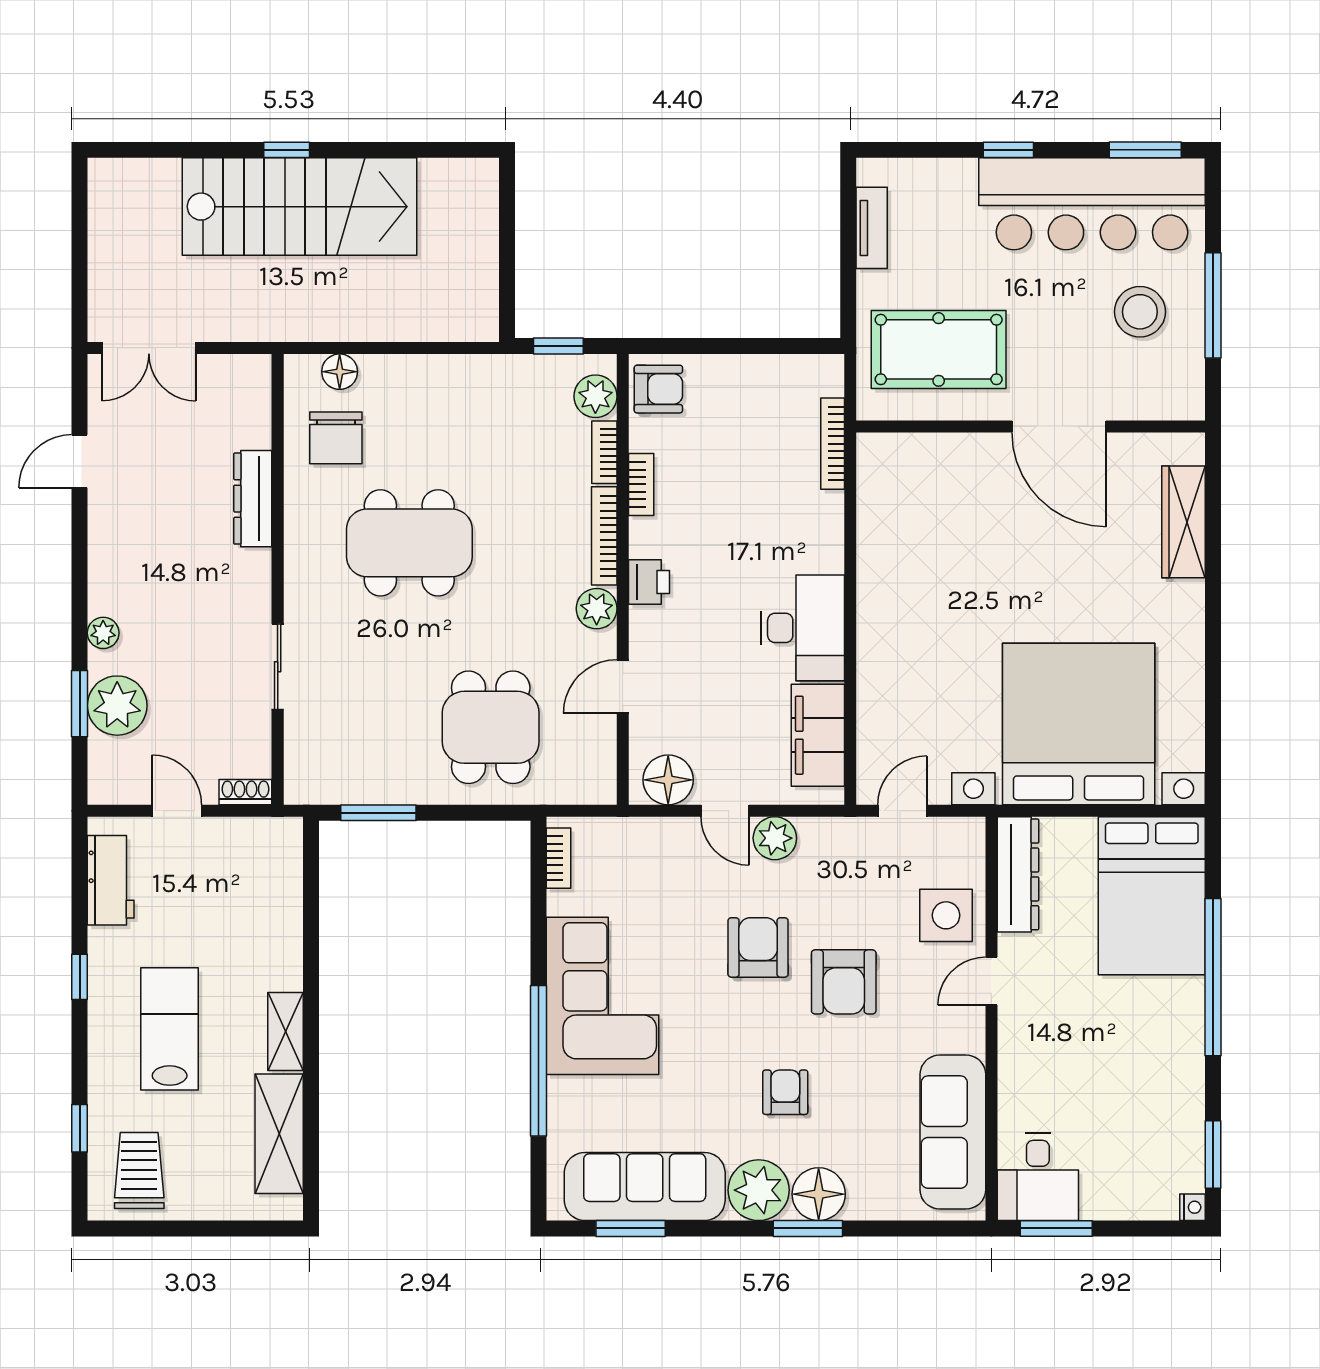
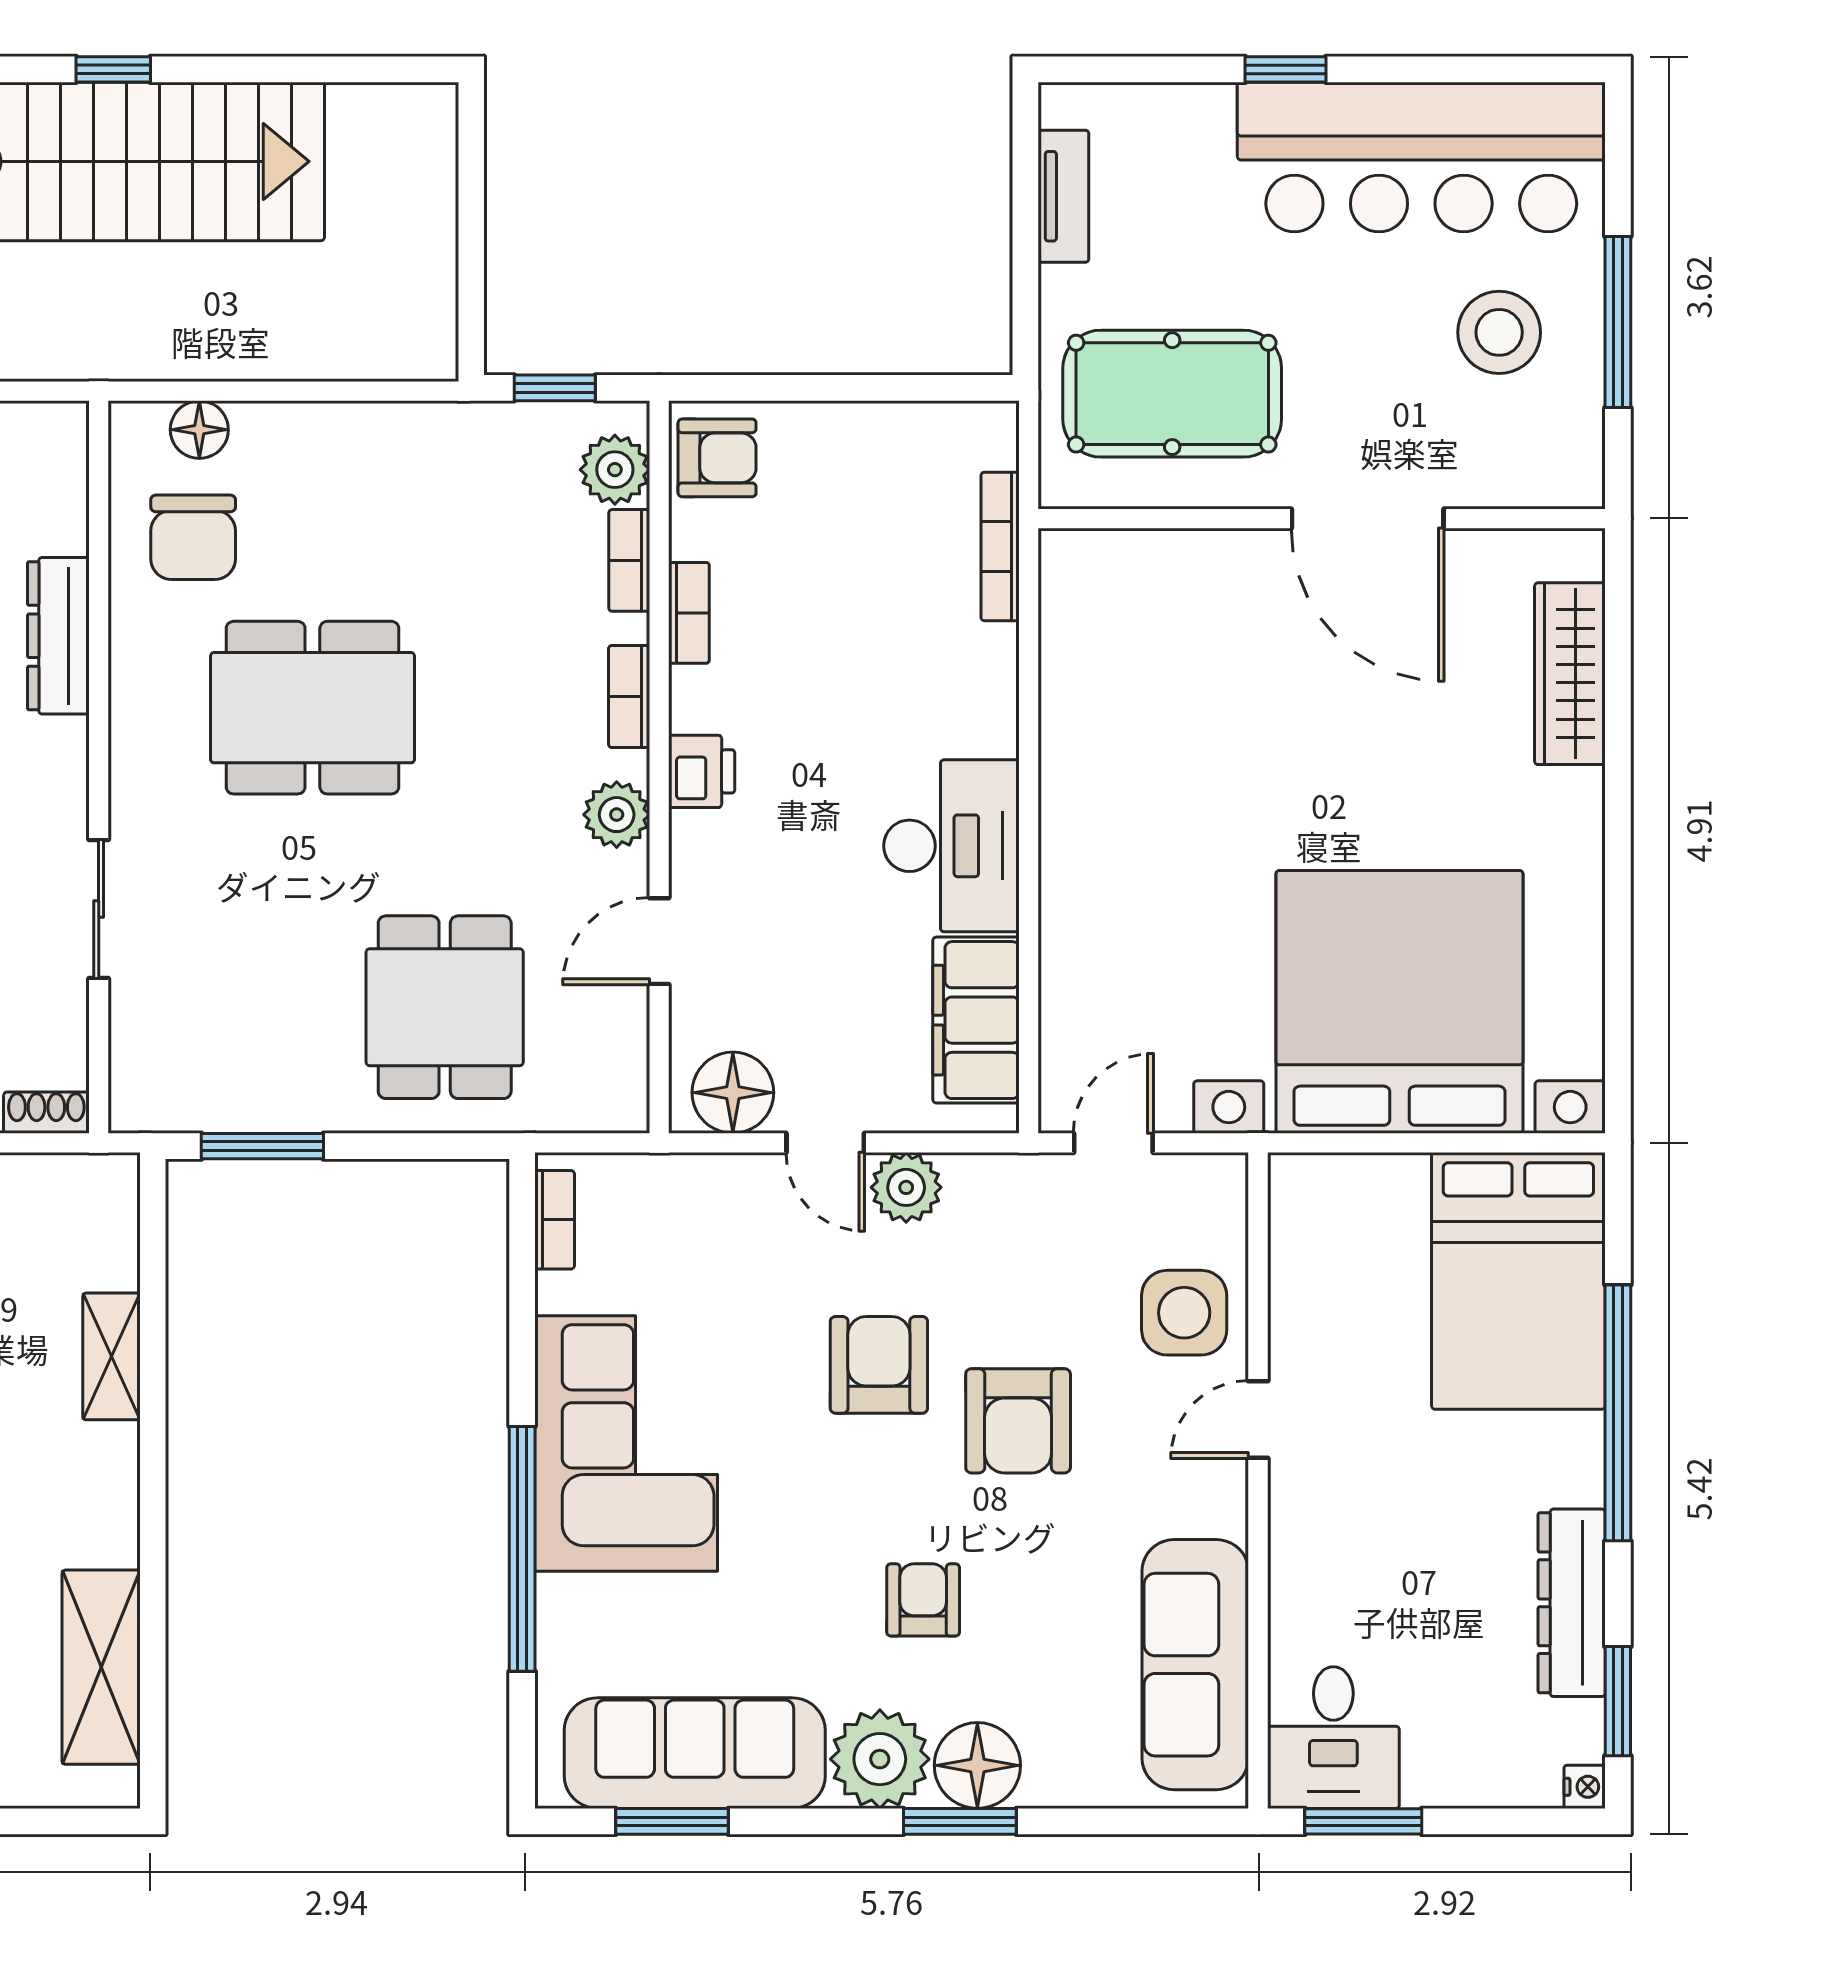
window: (1145, 150) -> (1508, 69), removed
bookcase: (604, 536) -> (629, 697), width x0.64
dresser: (1018, 874) -> (1572, 1603), moved, turned 180
shelving: (286, 1032) -> (111, 1356), moved

